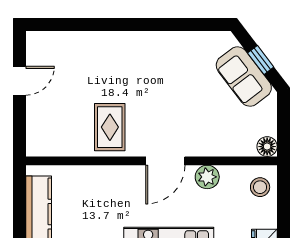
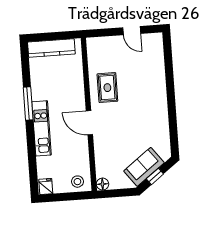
rug: (110, 127) -> (107, 88), turned 90
plant: (207, 177) -> (81, 149), removed

